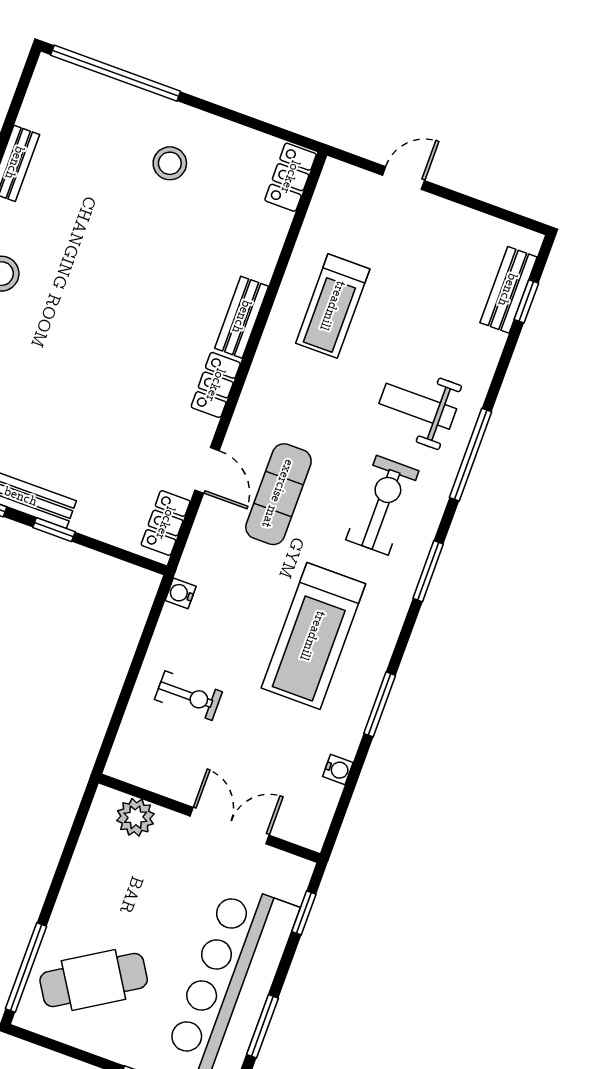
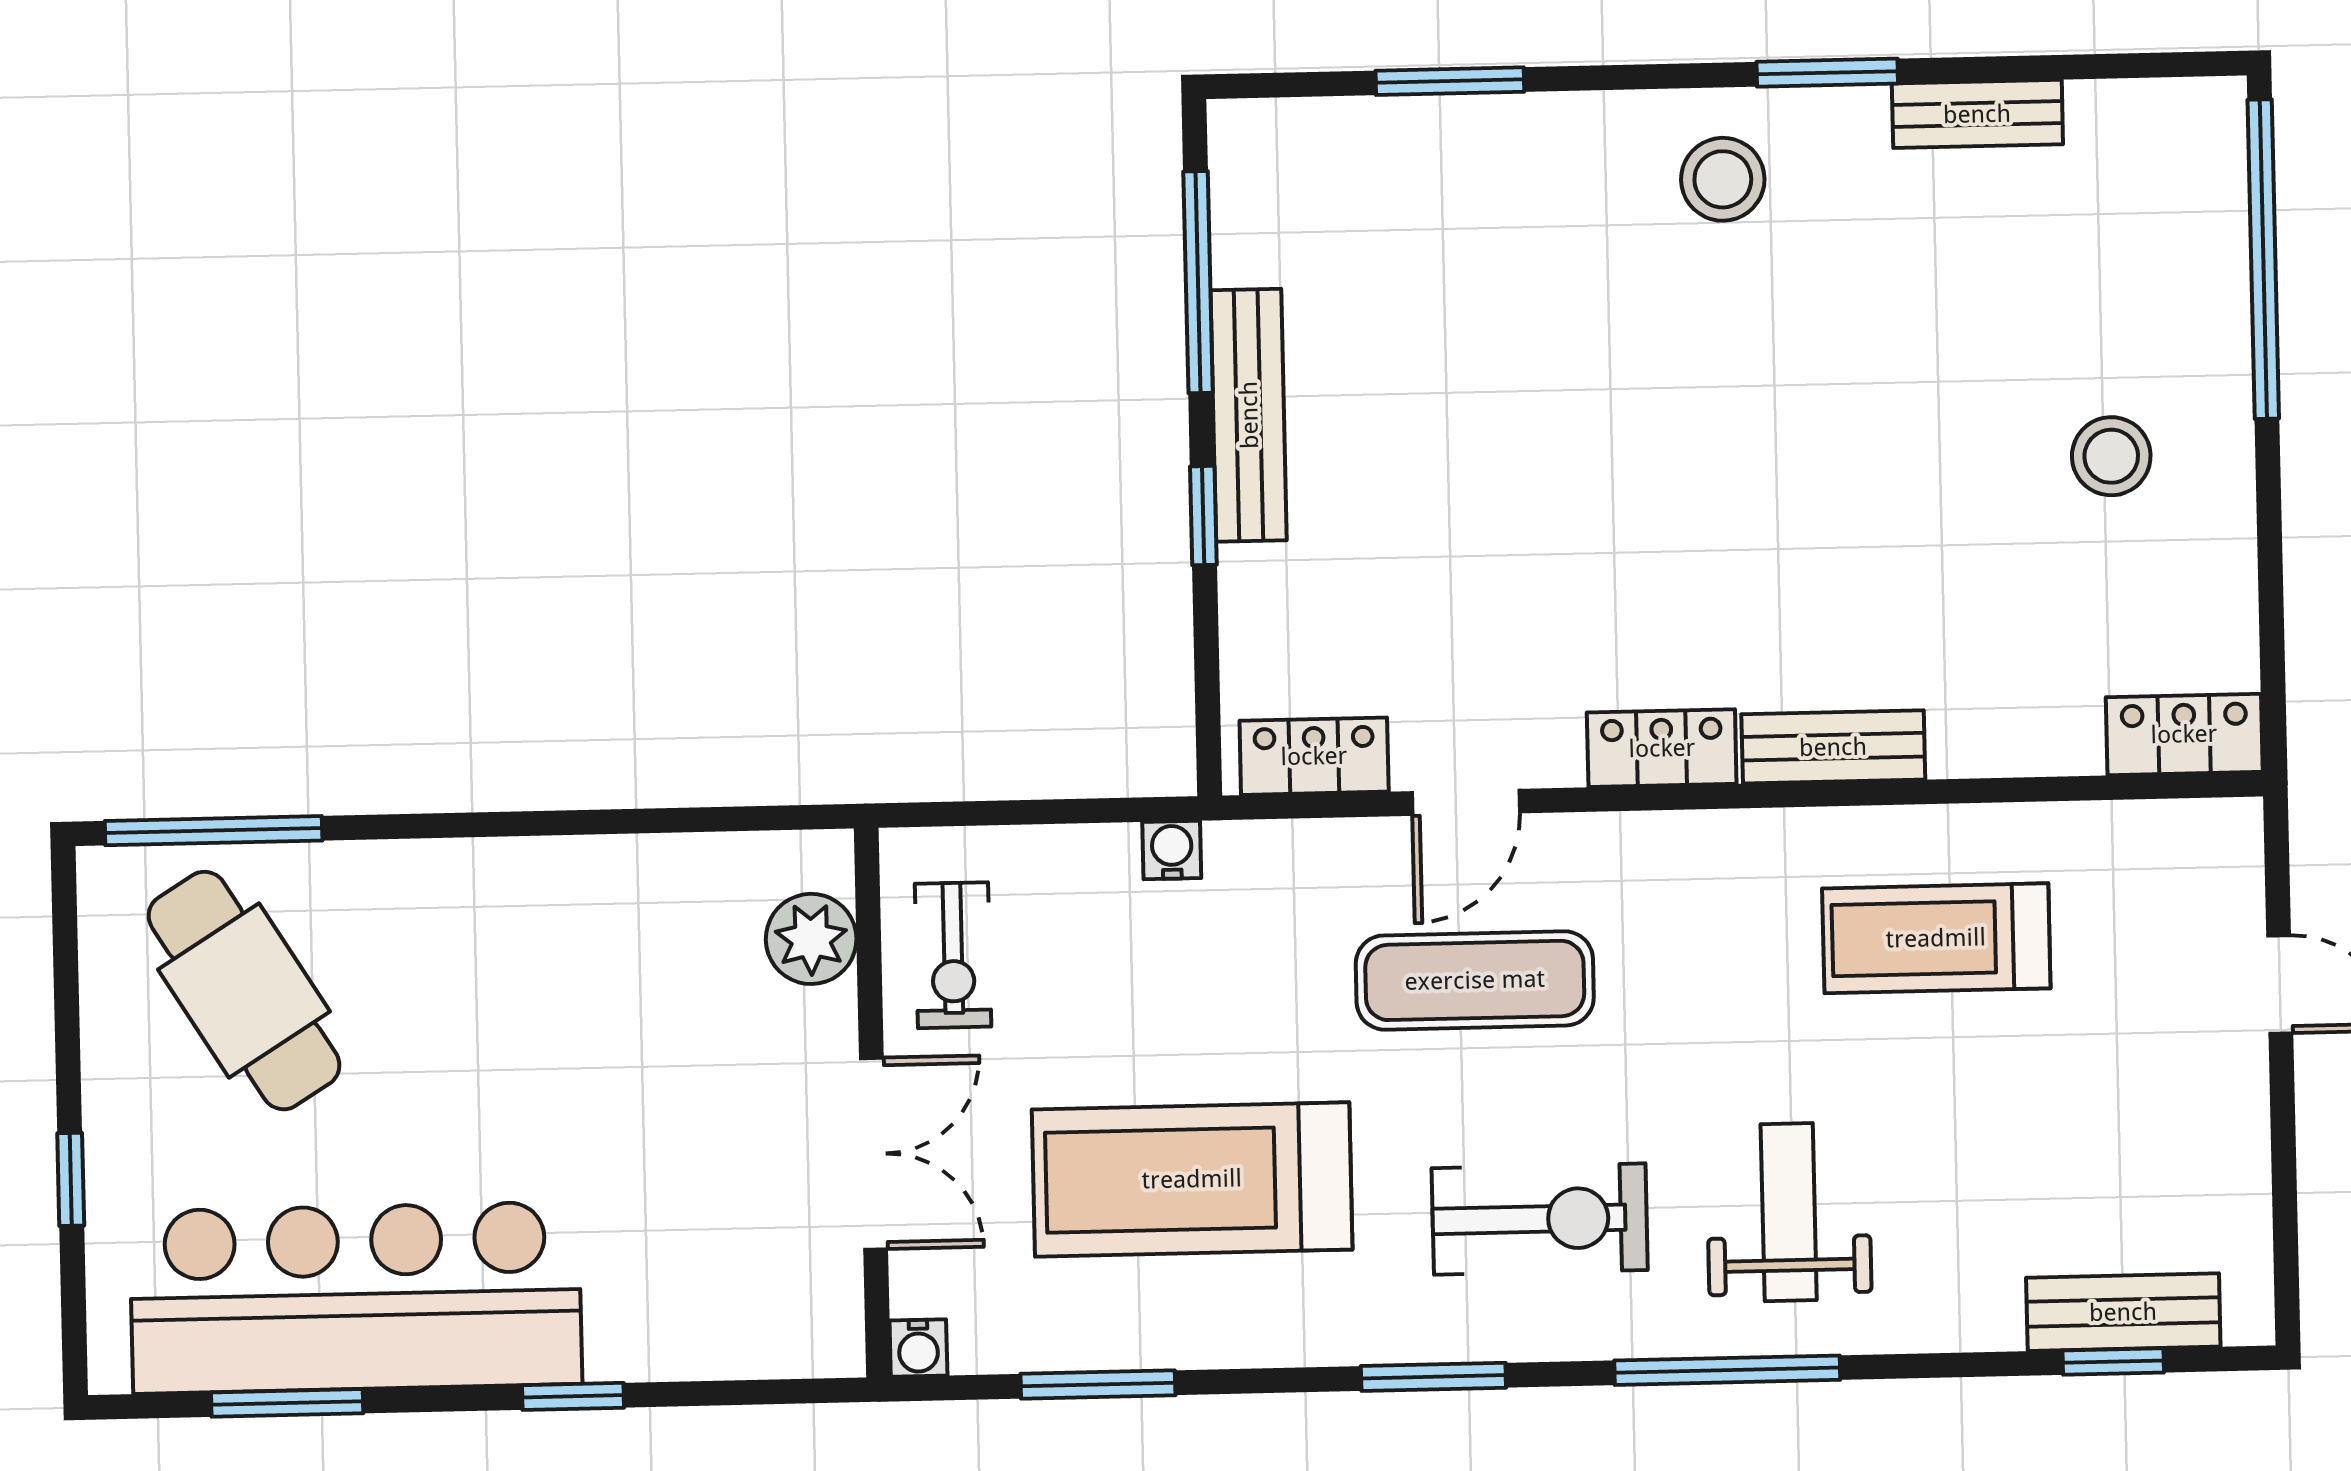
plant: (135, 817) -> (811, 939), moved
wall: (209, 818) -> (872, 1103), moved
double door: (230, 826) -> (874, 1154), moved

